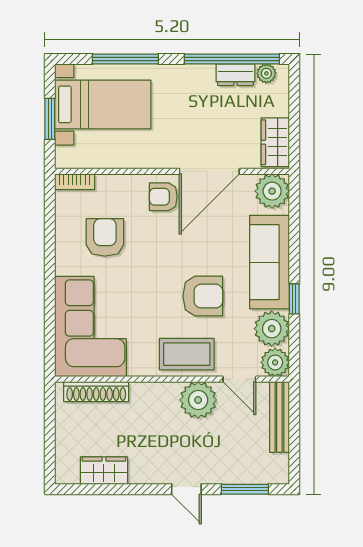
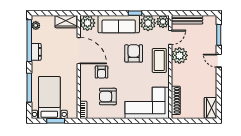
dresser: (235, 75) -> (36, 52), moved
armchair: (163, 197) -> (102, 72), moved
wardrobe: (104, 471) -> (211, 108), moved
door: (186, 489) -> (219, 61), swing flipped

